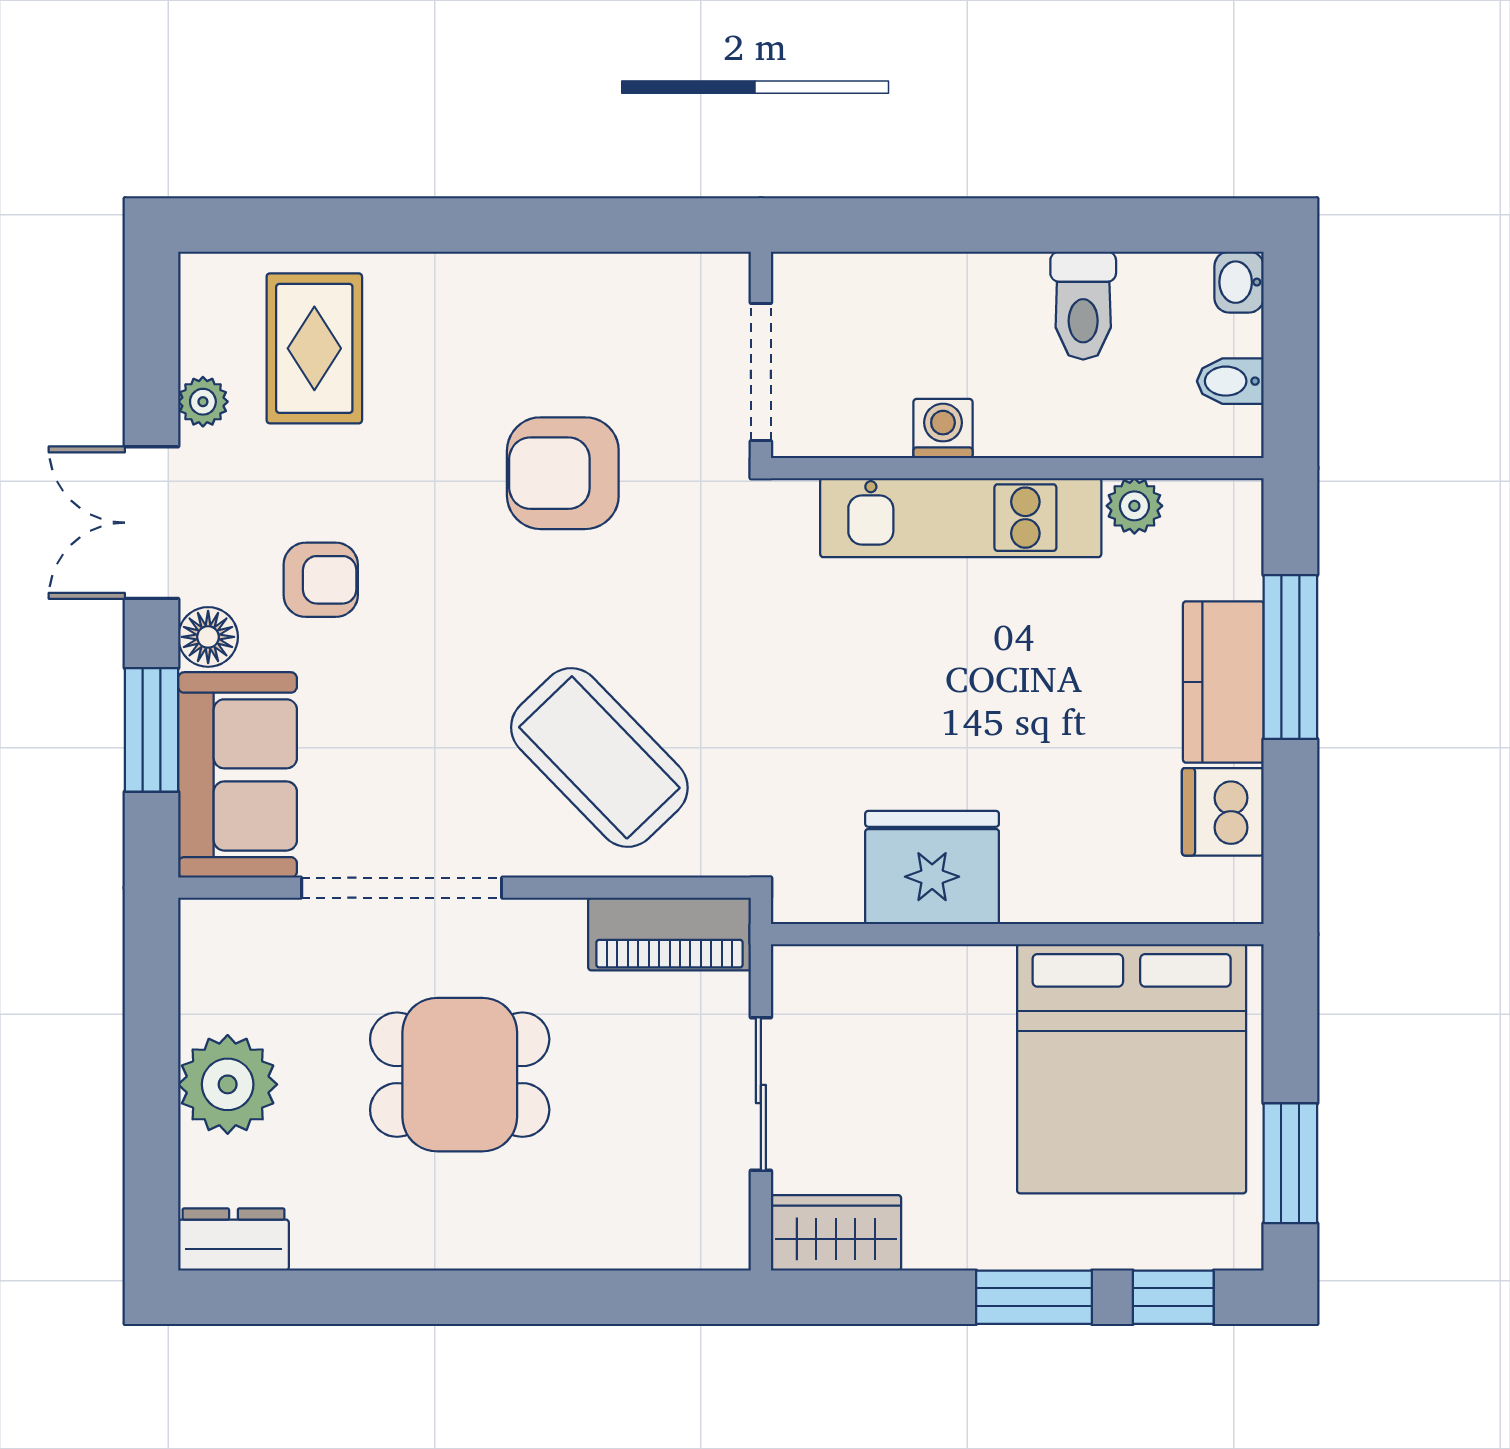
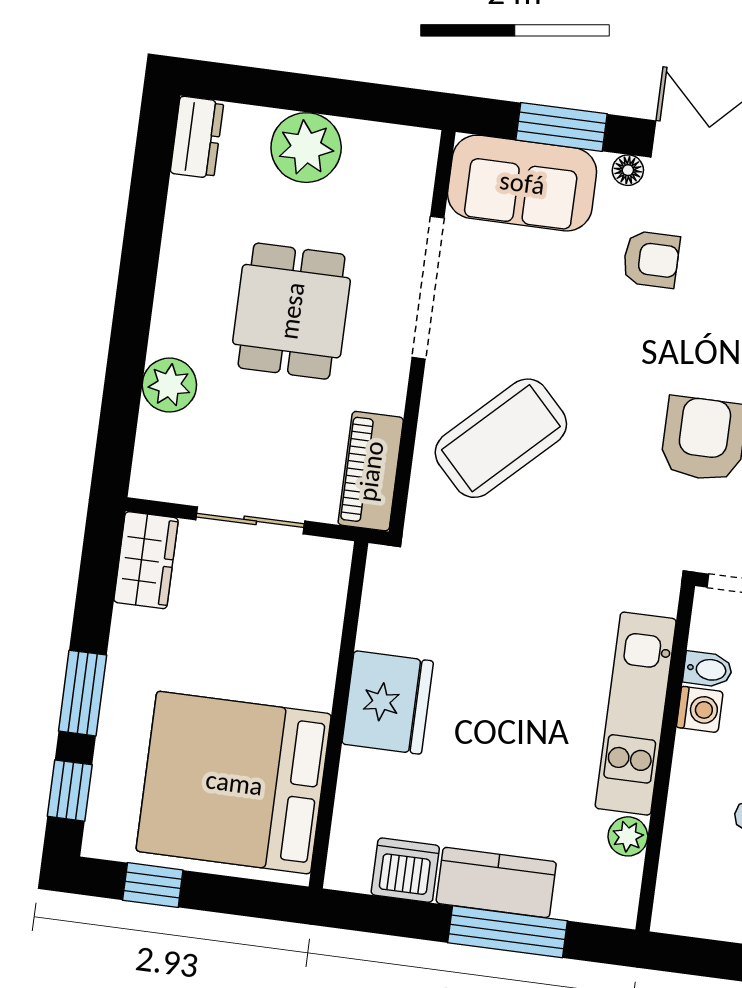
bidet: (1230, 381) -> (708, 669), moved, turned 90
armchair: (321, 580) -> (651, 259), turned -90
floor lamp: (208, 637) -> (628, 170), width x0.73, depth x0.73
fridge: (932, 868) -> (388, 703), moved
window: (1290, 1163) -> (153, 885), width x0.67
plant: (586, 1232) -> (169, 385), added

